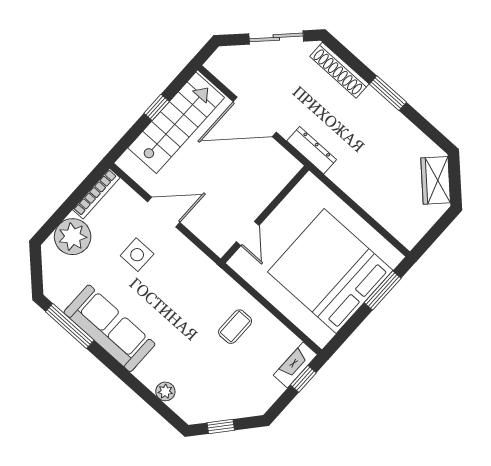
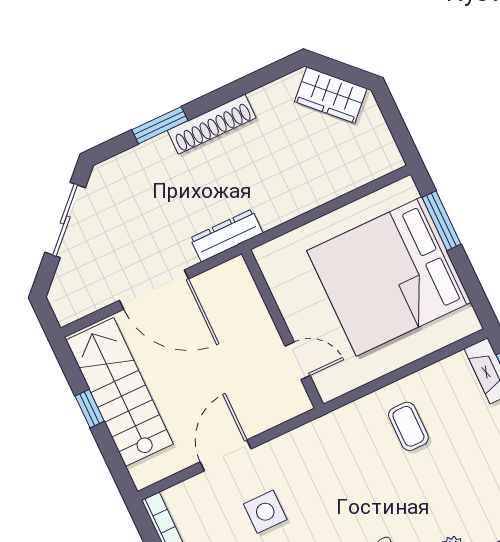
shoe rack: (339, 70) -> (212, 124), moved
window: (388, 93) -> (160, 125), moved
door: (255, 117) -> (154, 290), hinge flipped

